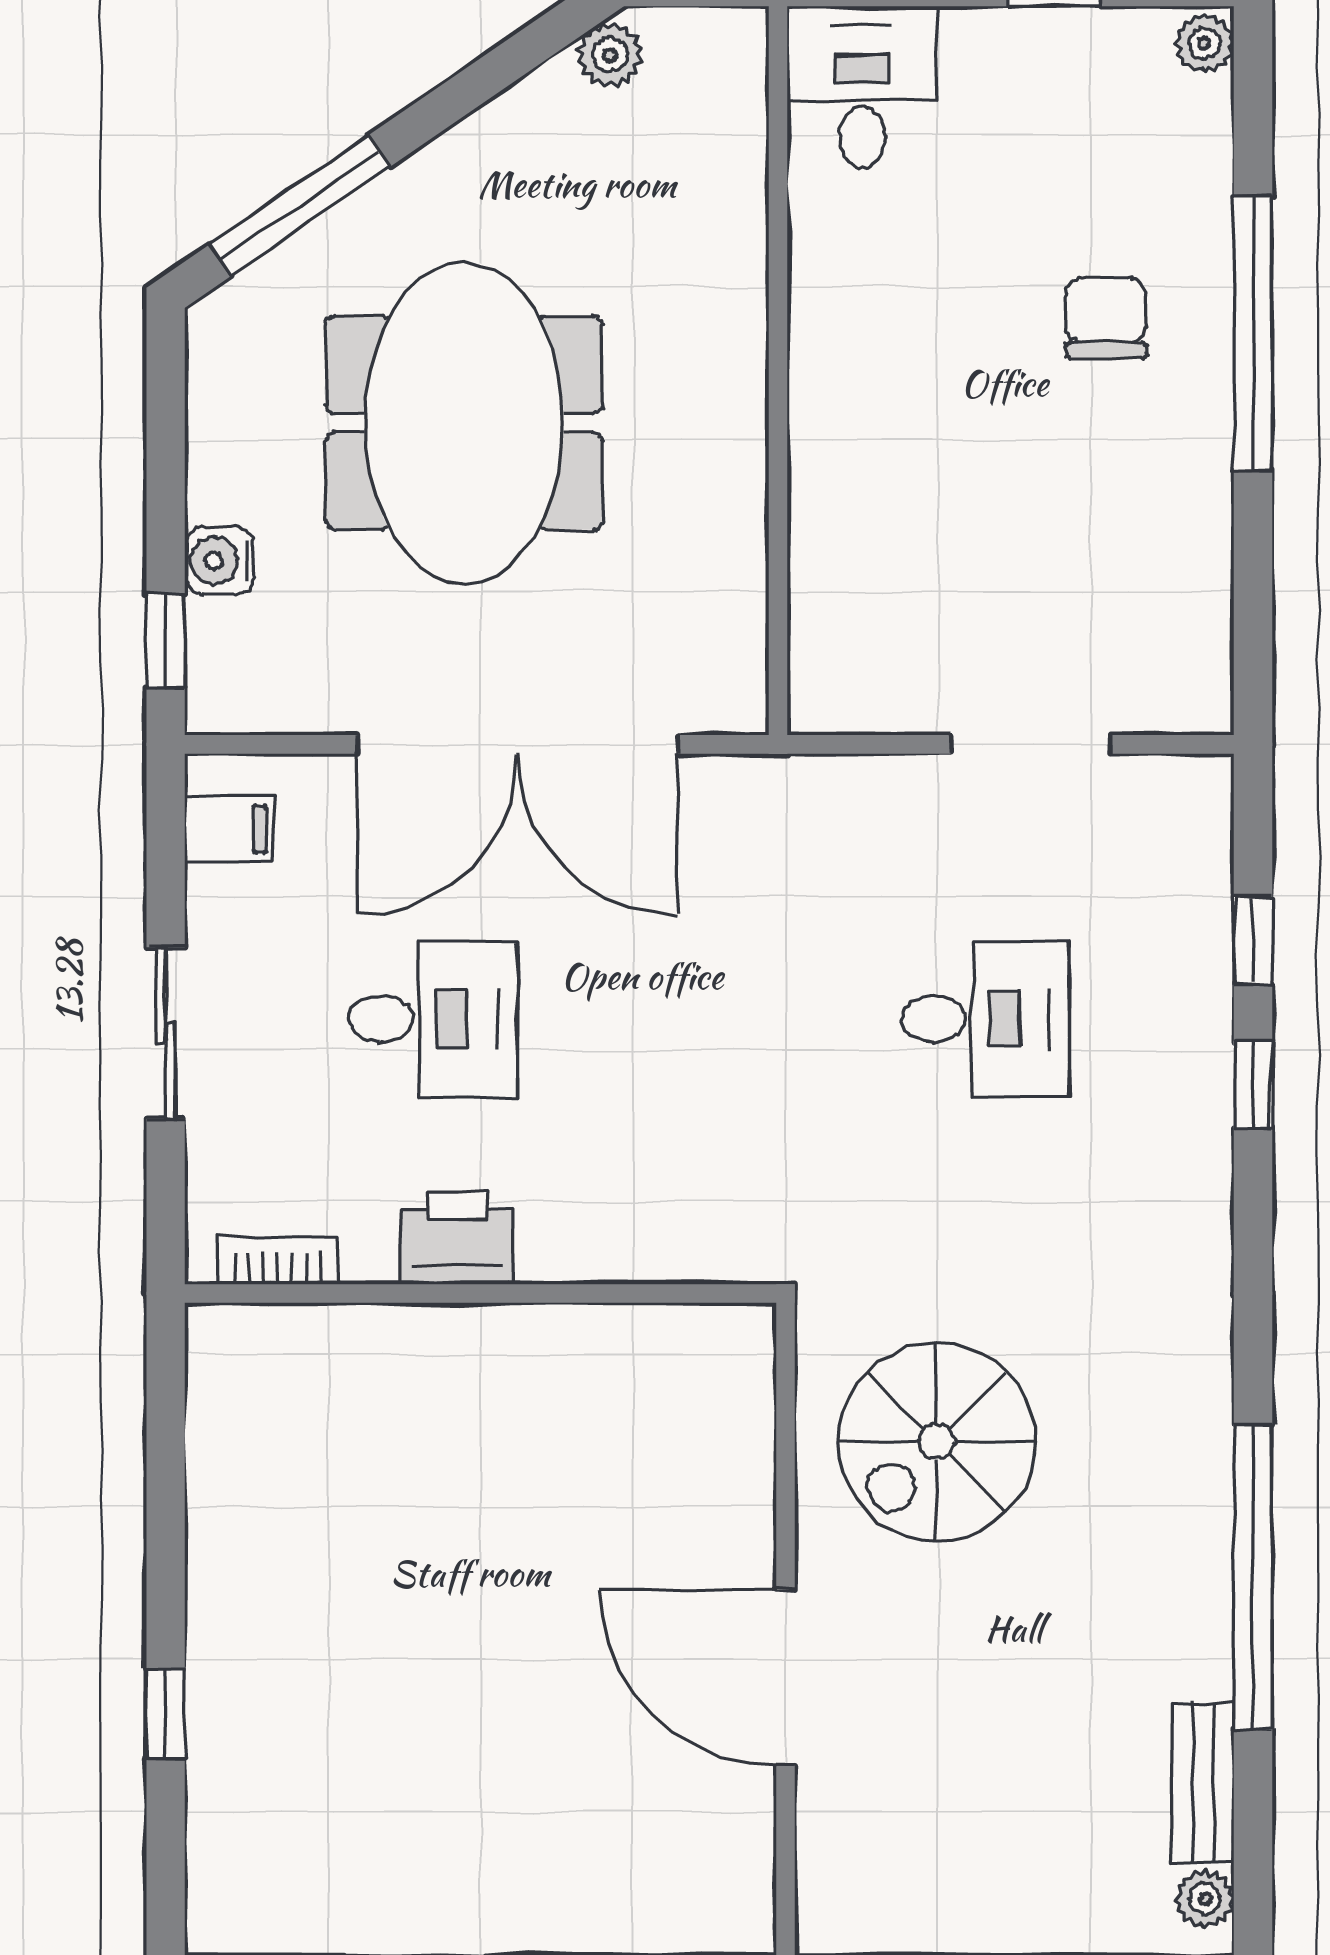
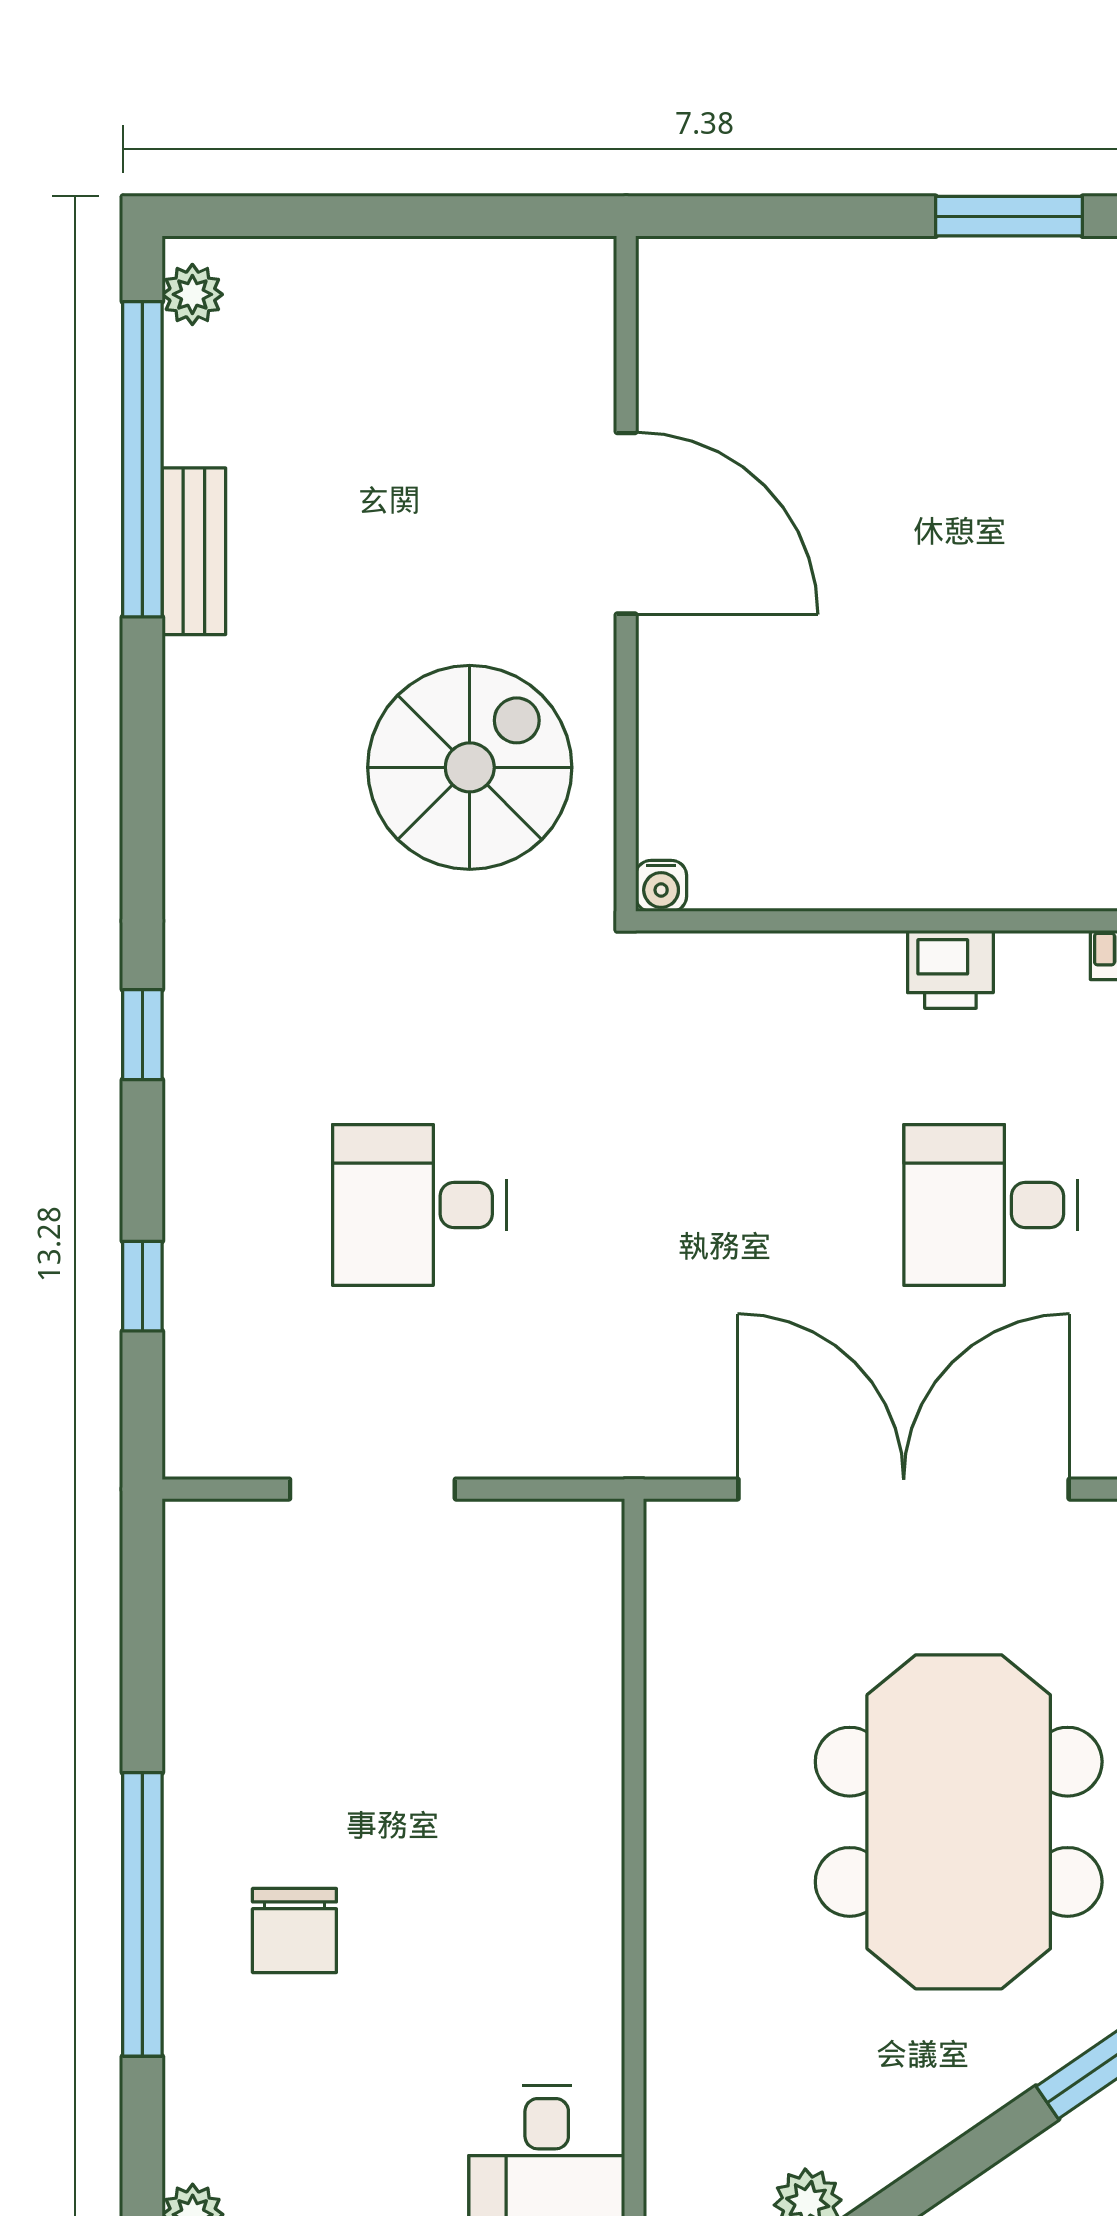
window: (1253, 1085) -> (142, 1035), moved
printer: (457, 1238) -> (950, 969), width x0.73, depth x0.81
water cooler: (752, 1327) -> (661, 886), added
window: (1253, 1577) -> (142, 459), moved
bench: (1203, 1783) -> (194, 551), moved

